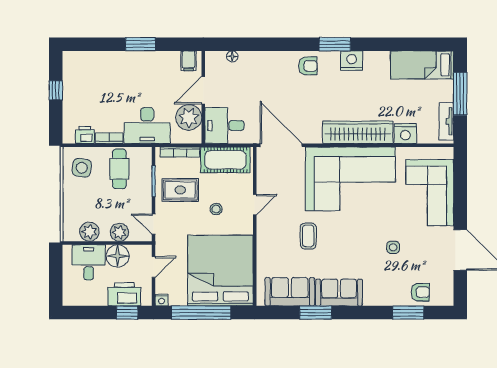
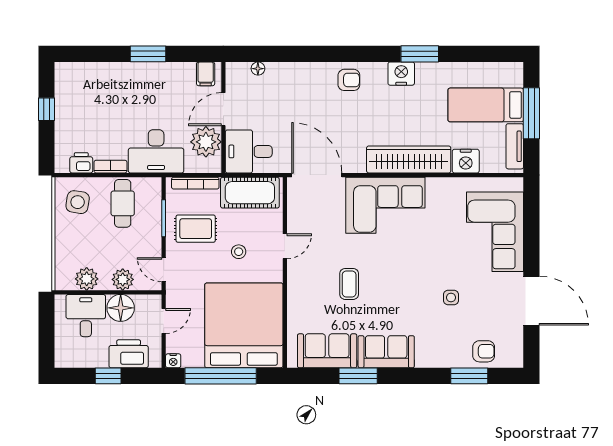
window: (335, 44) -> (420, 54), moved
bed: (422, 65) -> (486, 105), moved
corner sofa: (350, 179) -> (385, 205), width x0.73, depth x0.74
window: (127, 313) -> (108, 376), moved

